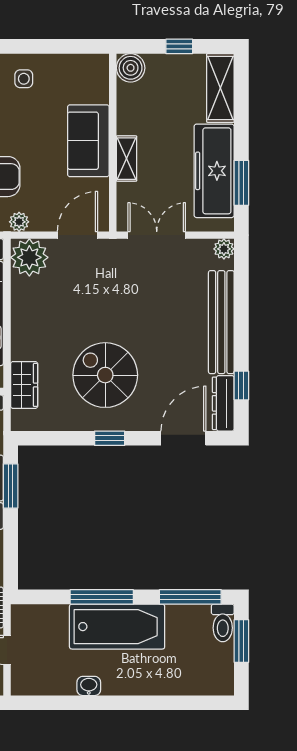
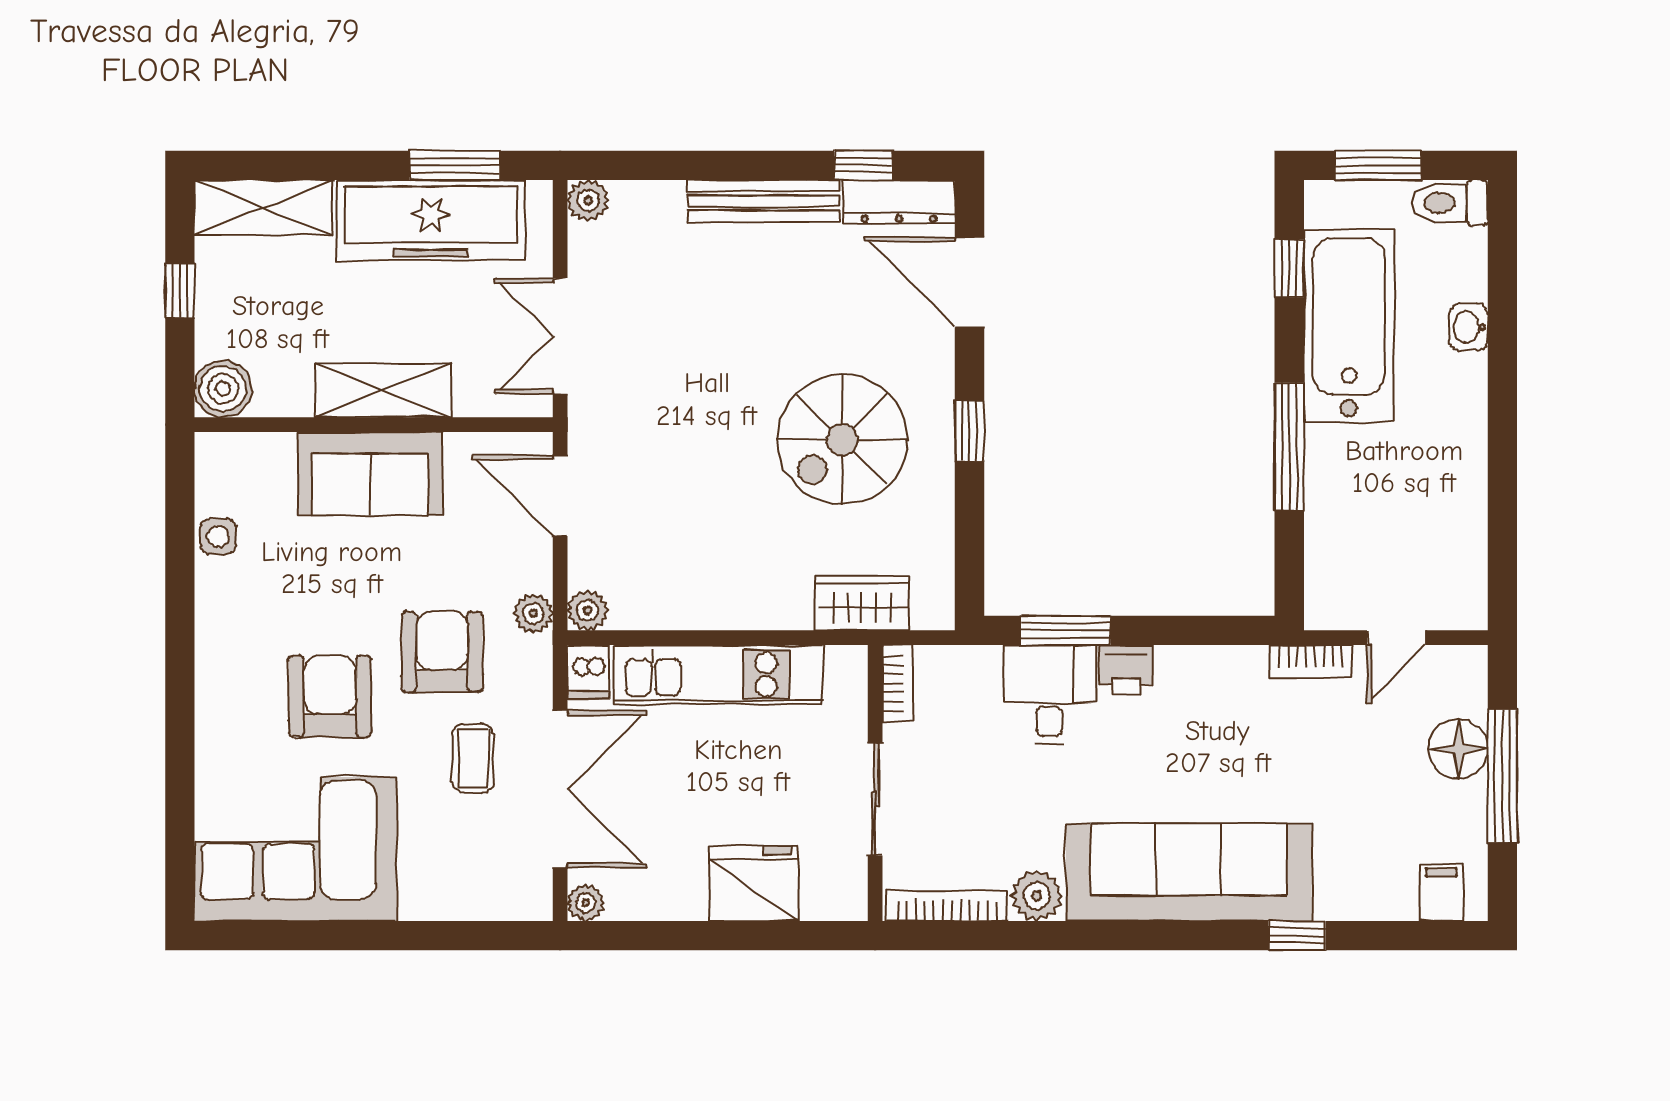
side table: (24, 79) -> (218, 537), moved
shelving: (126, 159) -> (383, 390), width x1.50, depth x1.33
plant: (29, 257) -> (588, 610), width x0.53, depth x0.53
bench: (221, 322) -> (763, 201), width x0.73, depth x0.82
window: (190, 597) -> (1289, 268), width x0.46
toilet: (223, 623) -> (1450, 203), moved, turned 180
bathtub: (117, 627) -> (1349, 326), moved
washbasin: (89, 686) -> (1469, 327), moved

